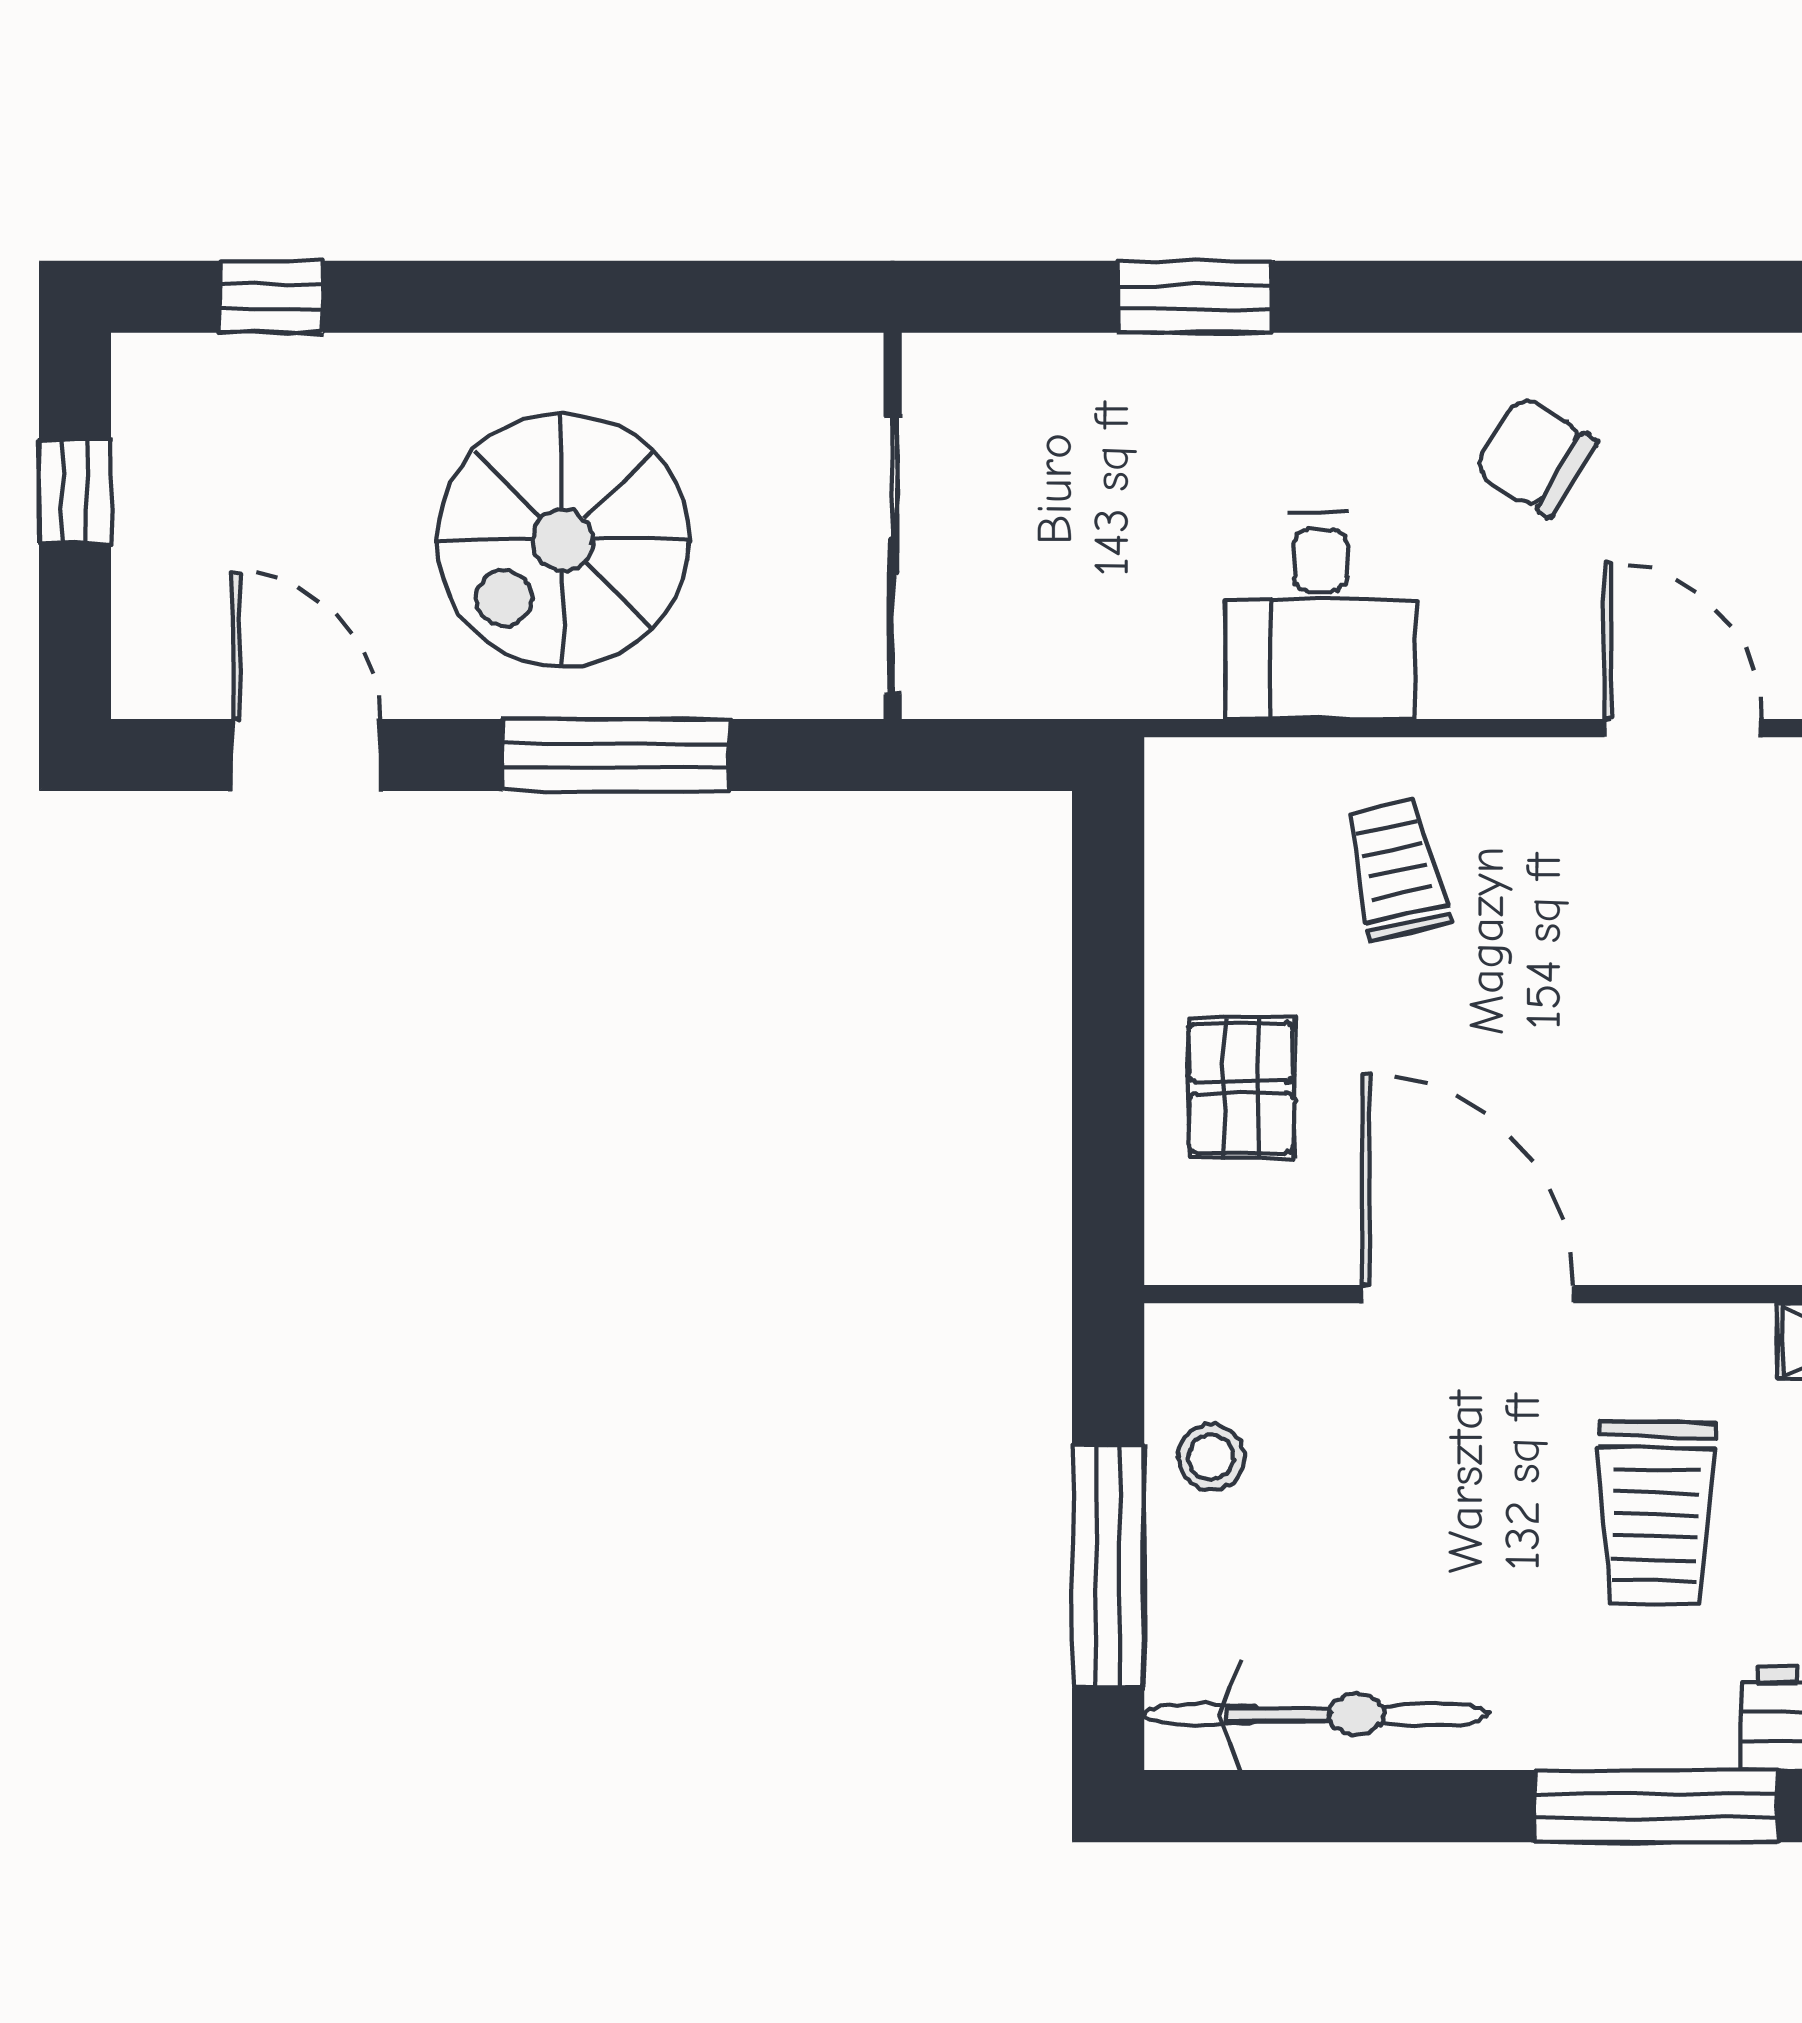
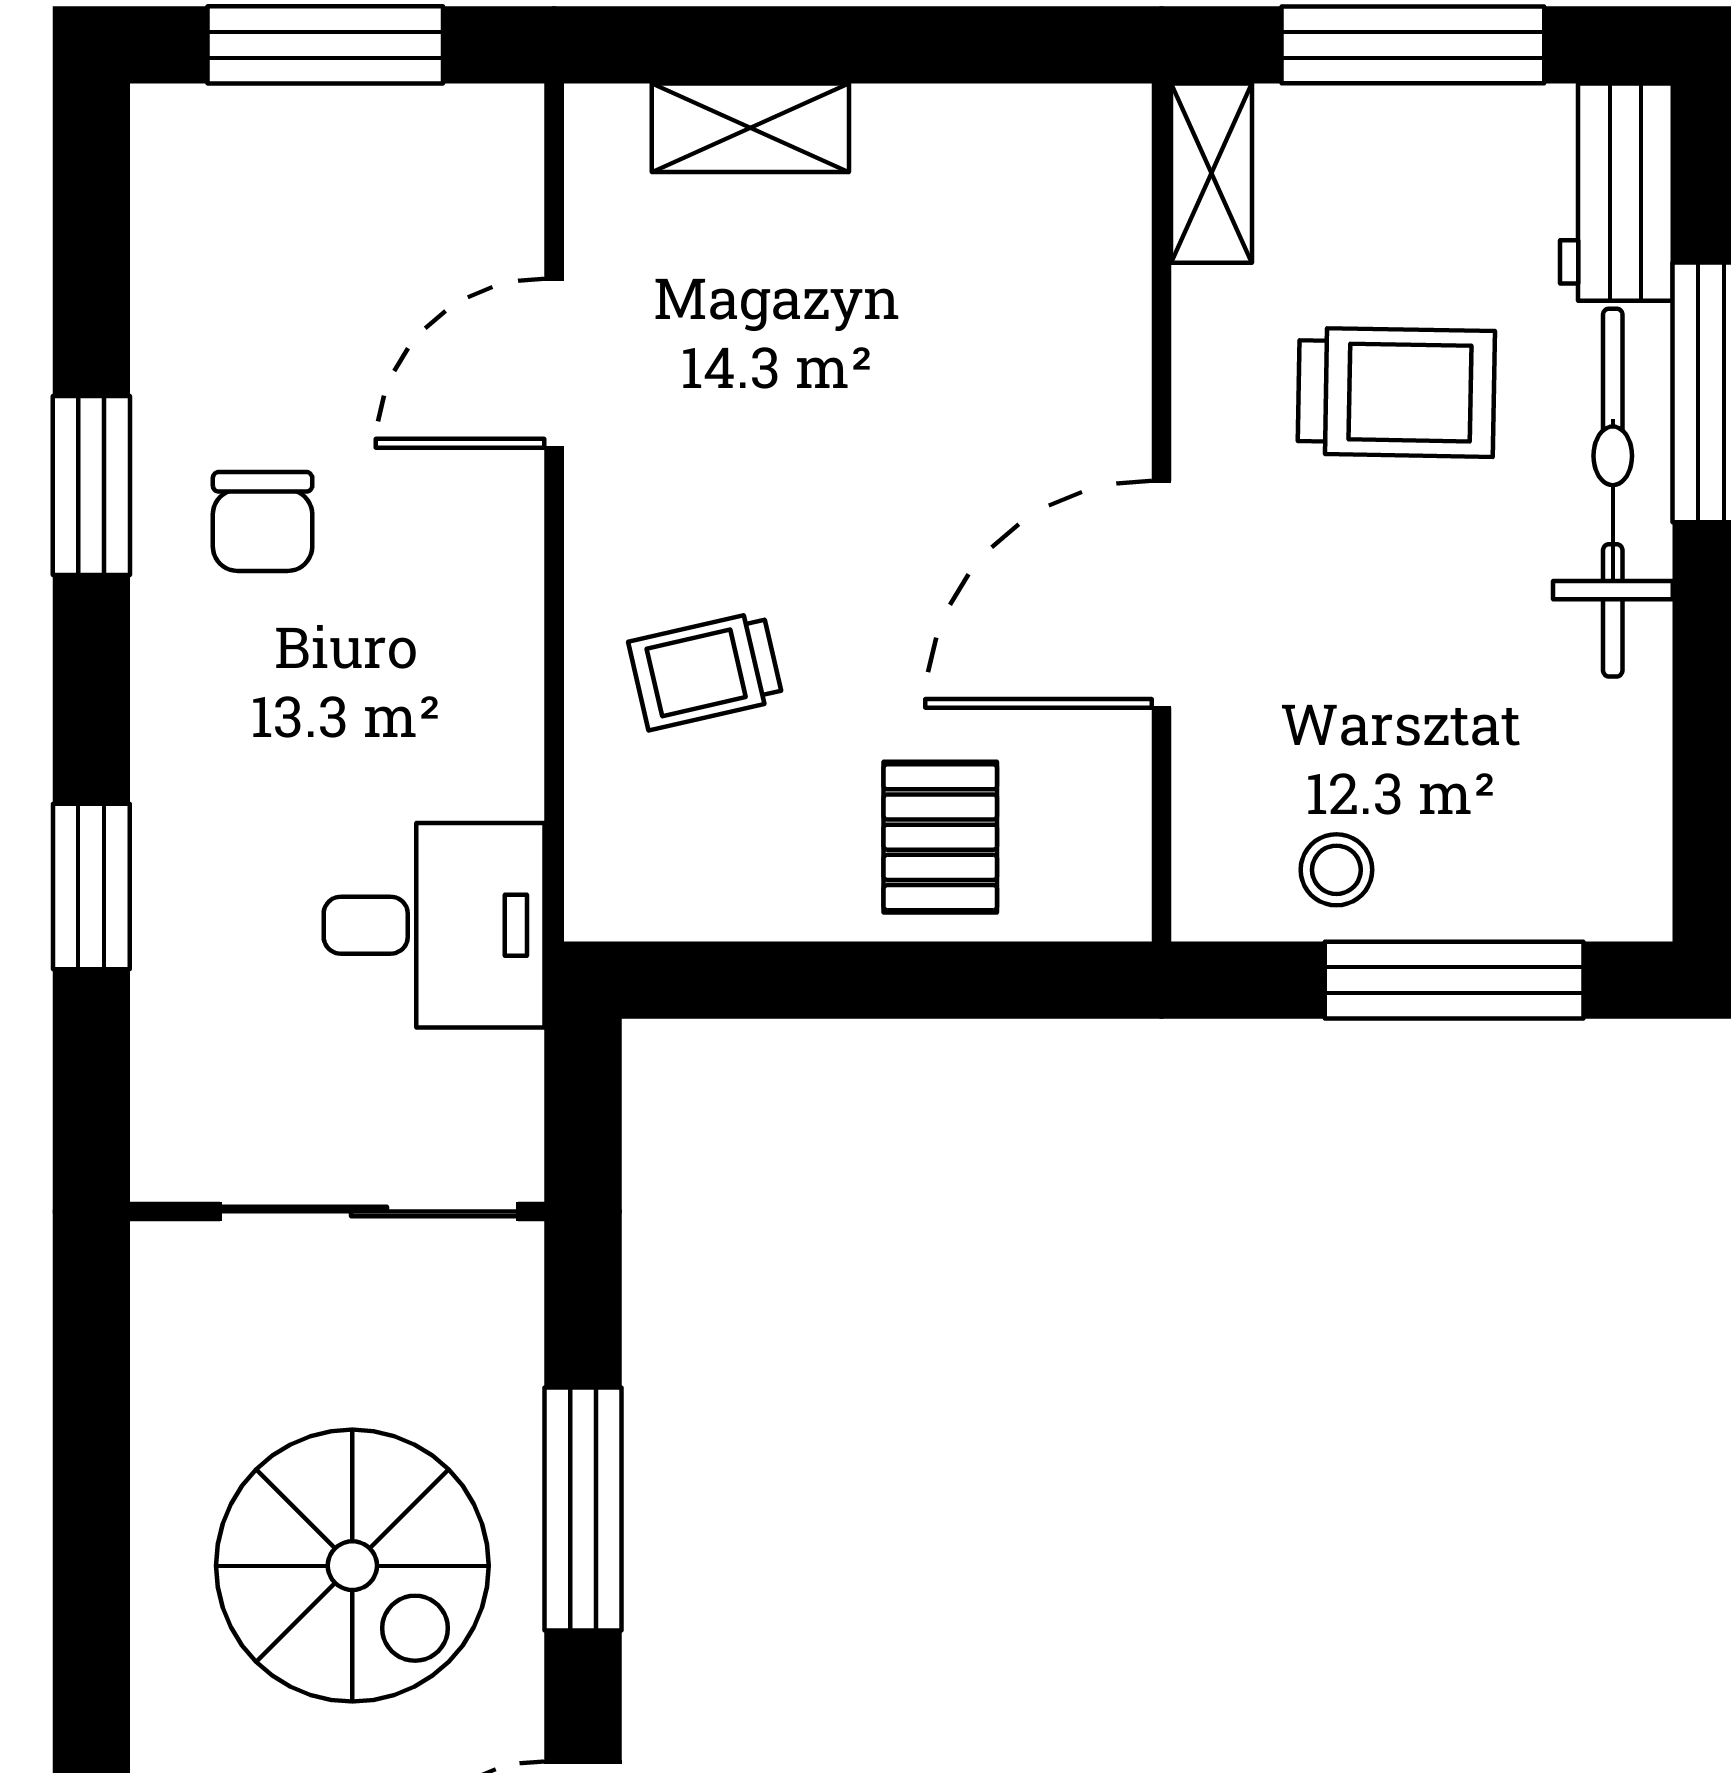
window: (1569, 297) -> (91, 486), added
chair: (1536, 456) -> (263, 521), turned -31
desk: (1320, 616) -> (434, 925), moved
pallet: (1241, 1088) -> (940, 837), turned 90
bicycle: (1316, 1715) -> (1613, 493), moved

